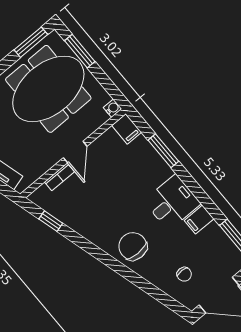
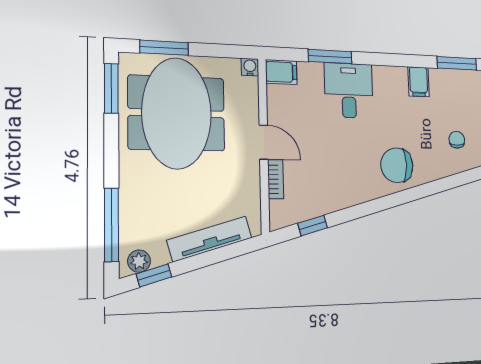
desk: (172, 202) -> (349, 91), moved
chair: (184, 274) -> (457, 140), turned -90

